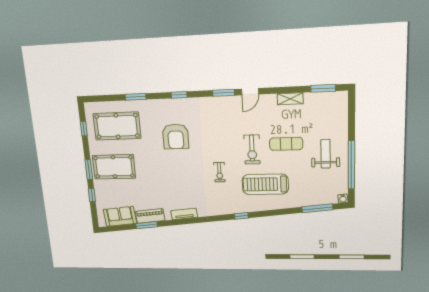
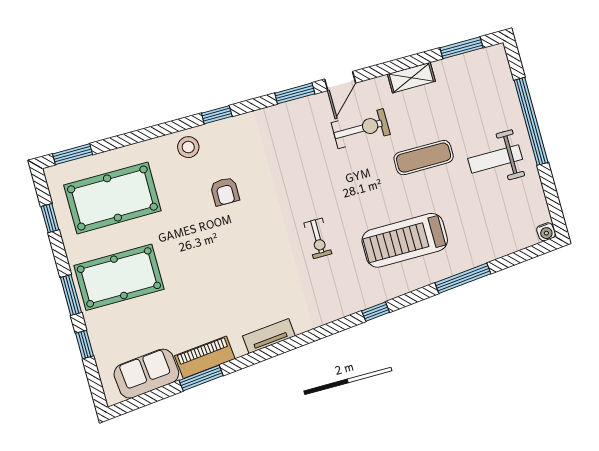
window: (136, 97) -> (73, 154), moved
stool: (161, 109) -> (188, 147), added
armchair: (176, 136) -> (225, 191), width x0.53, depth x0.53
exercise bike: (252, 150) -> (361, 129), moved, turned -90
weight bench: (326, 154) -> (495, 159), turned -90
window: (351, 165) -> (531, 121), moved
window: (317, 208) -> (463, 278), moved

